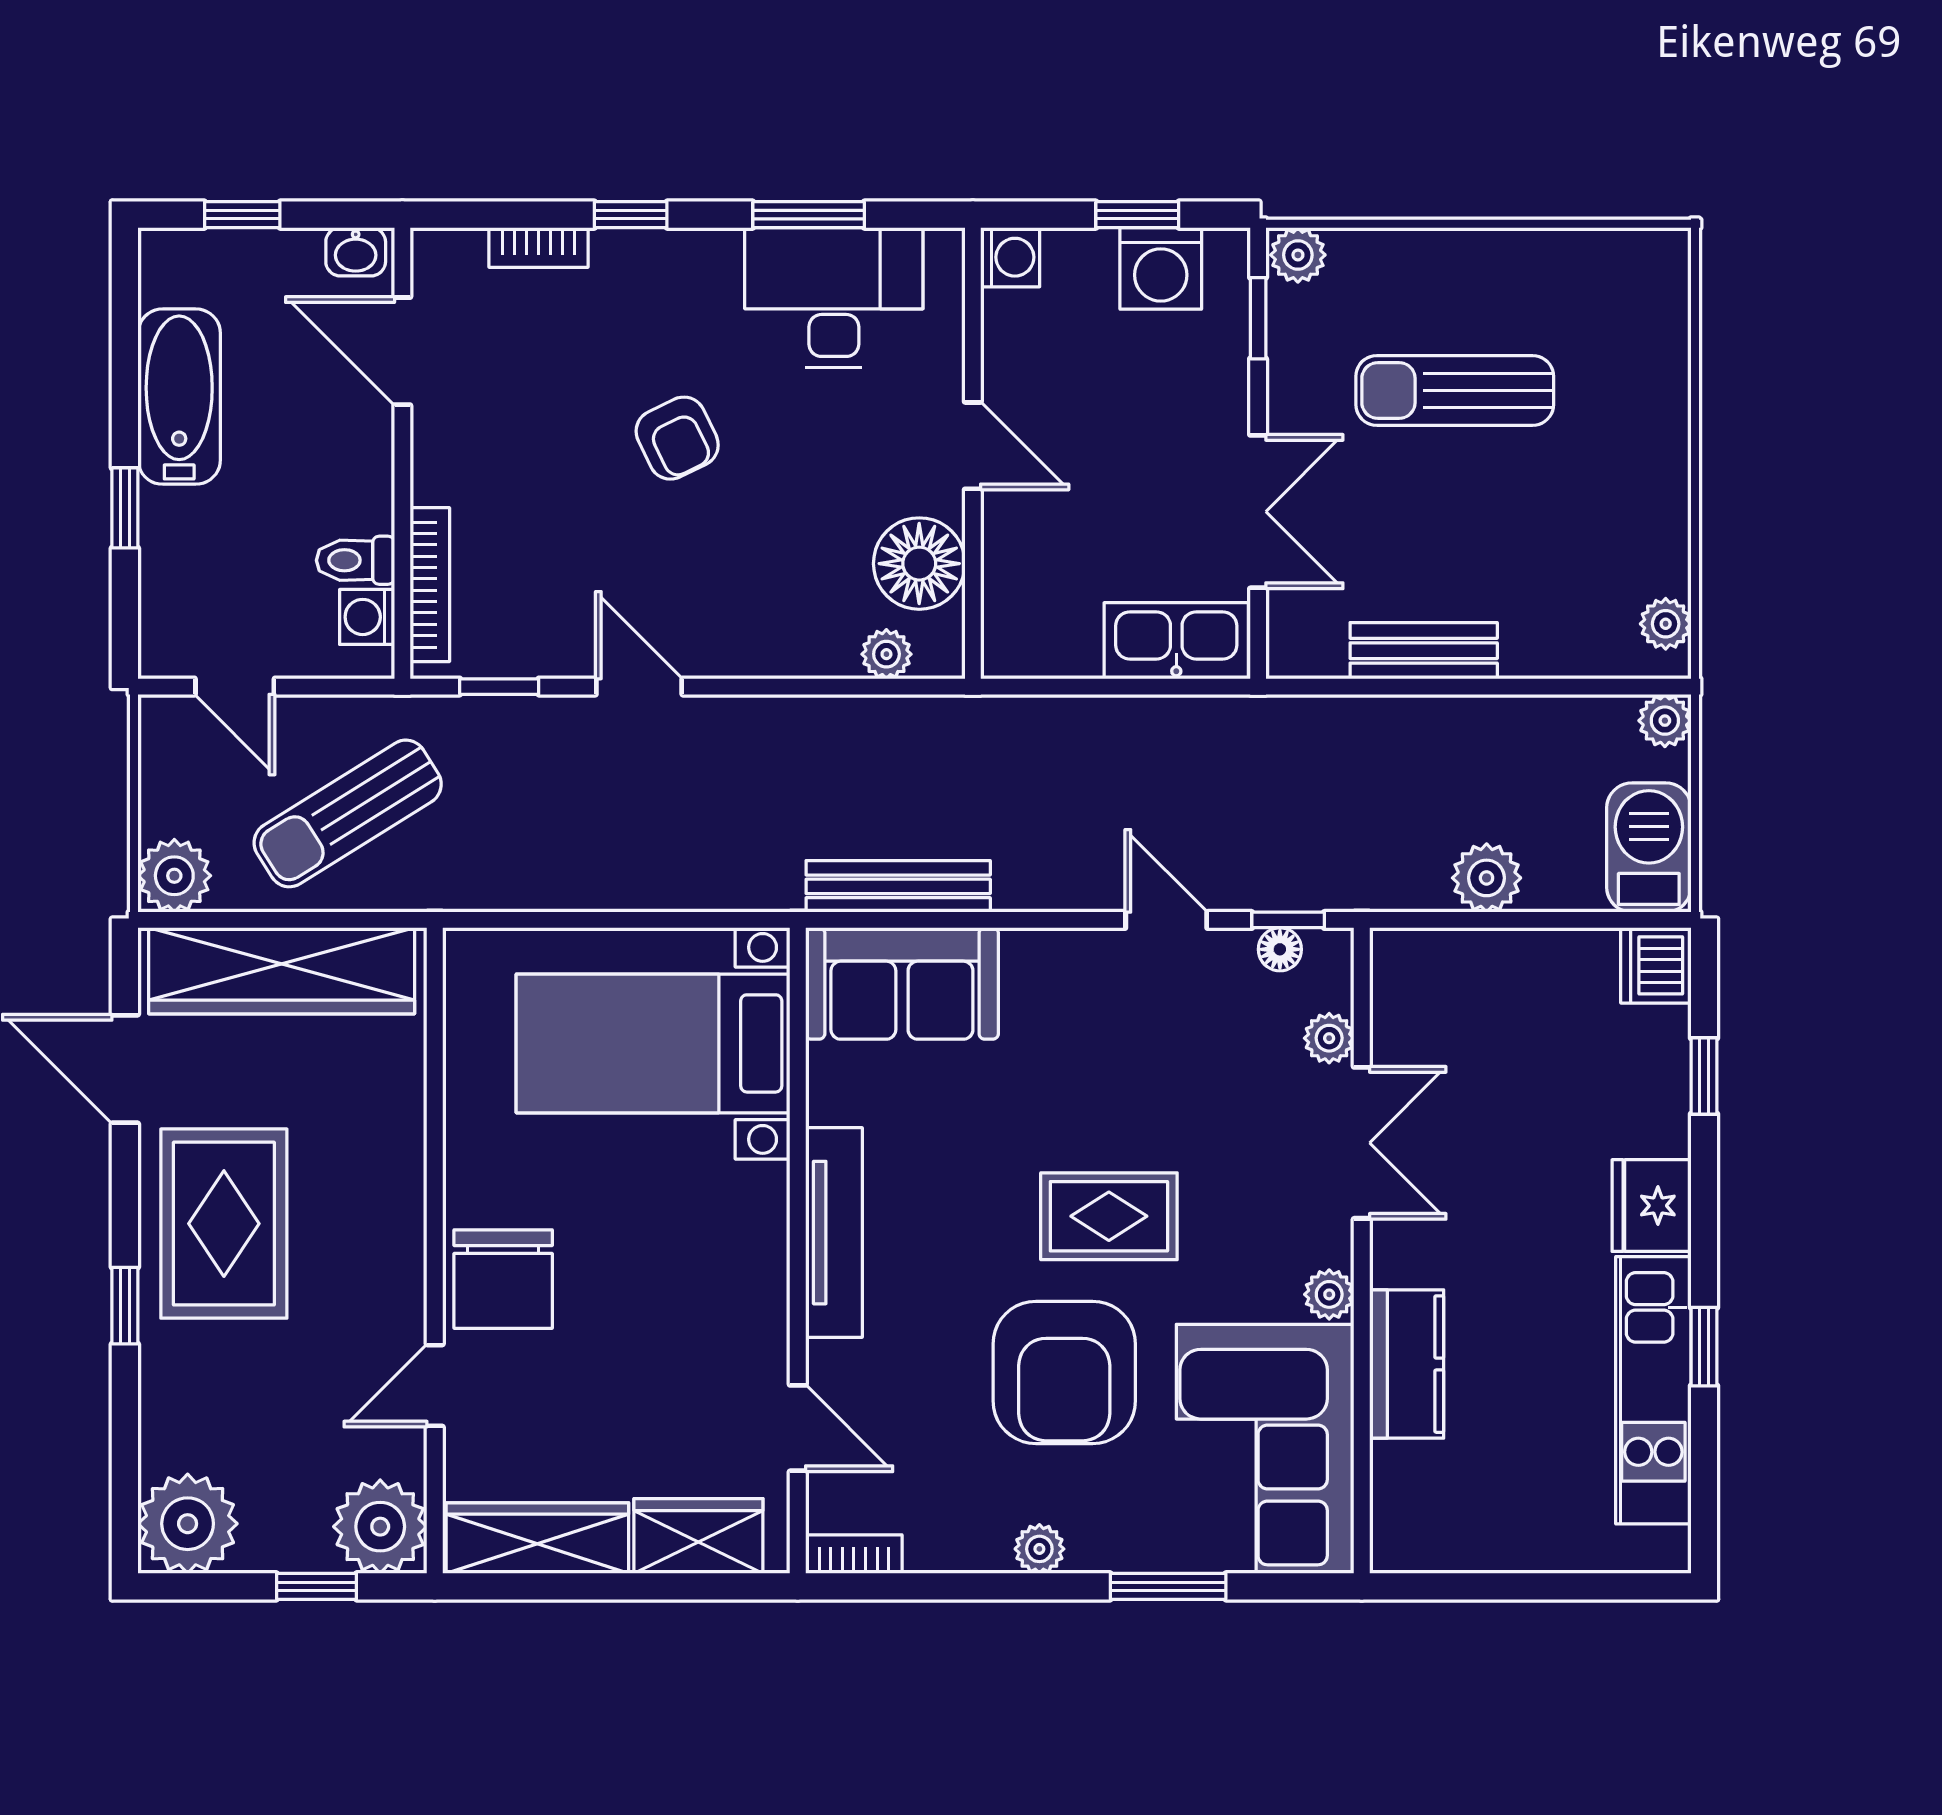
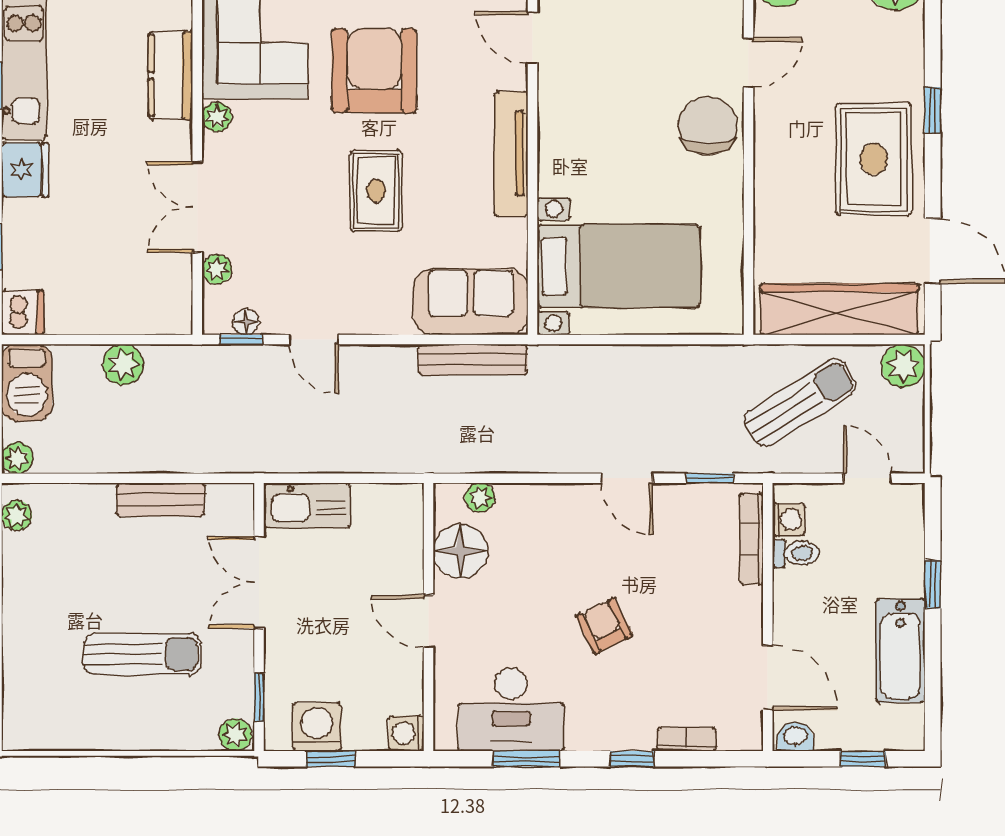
rug: (1109, 1216) -> (376, 191), moved, turned 90

